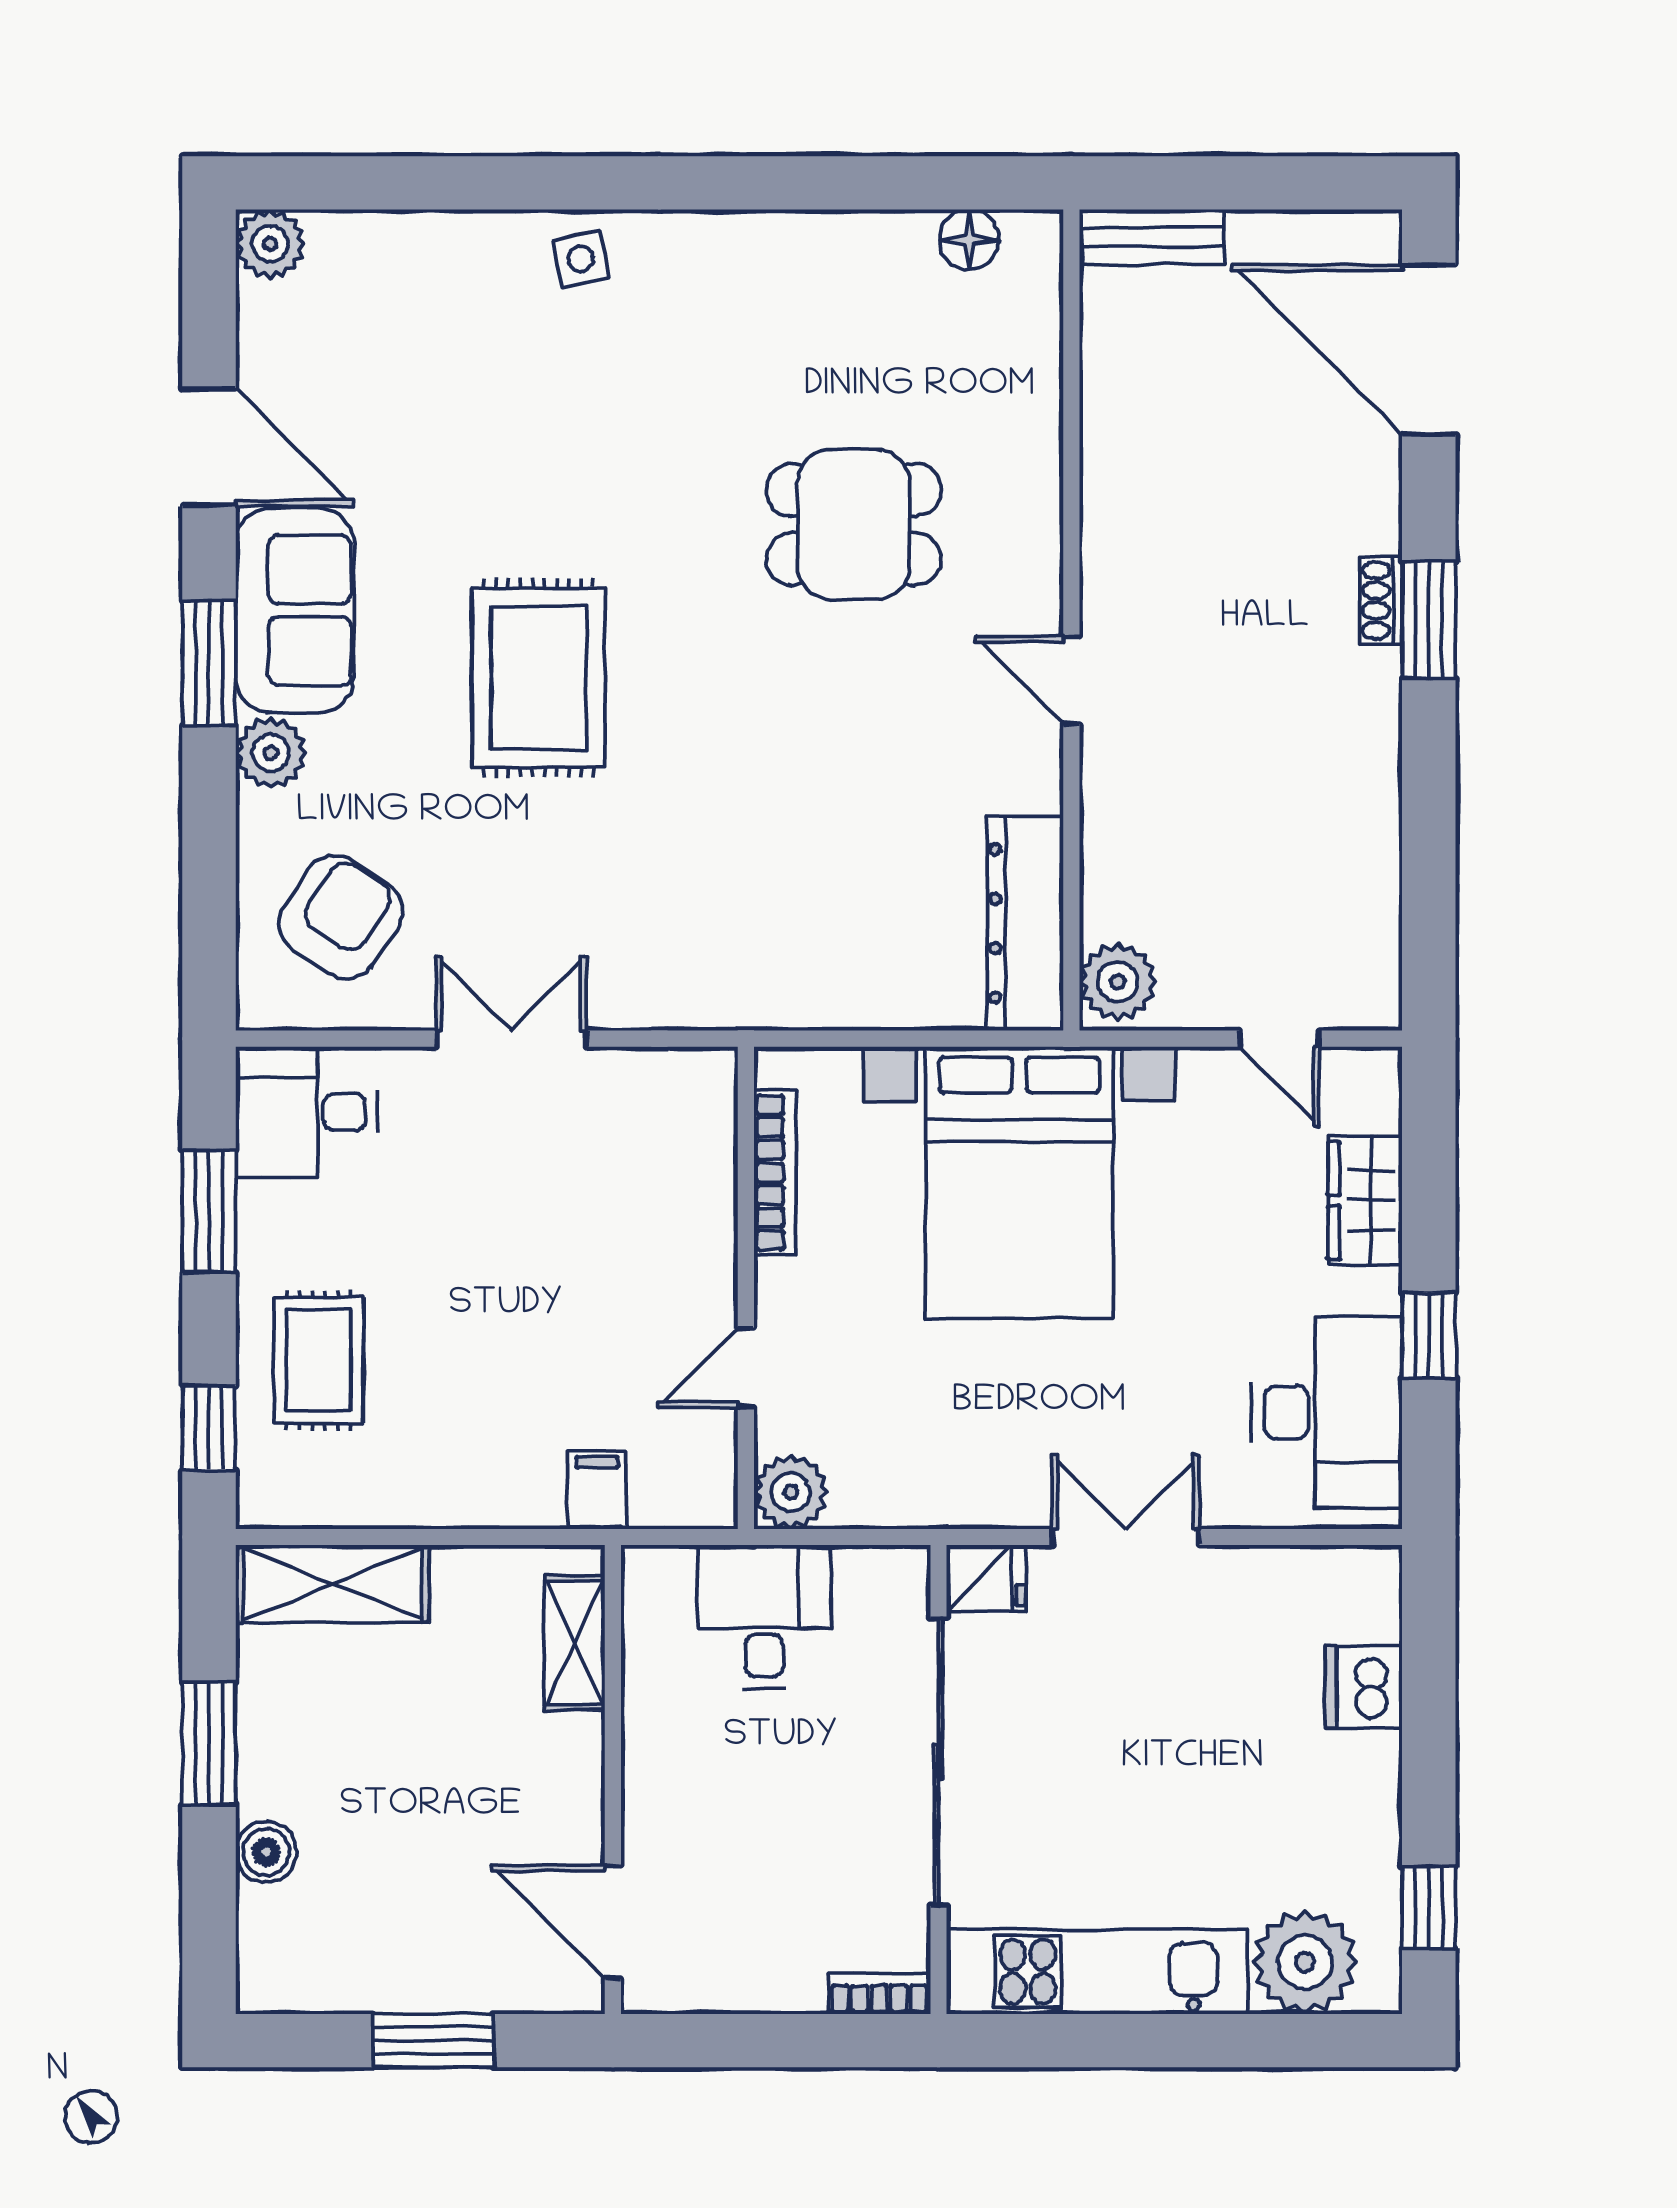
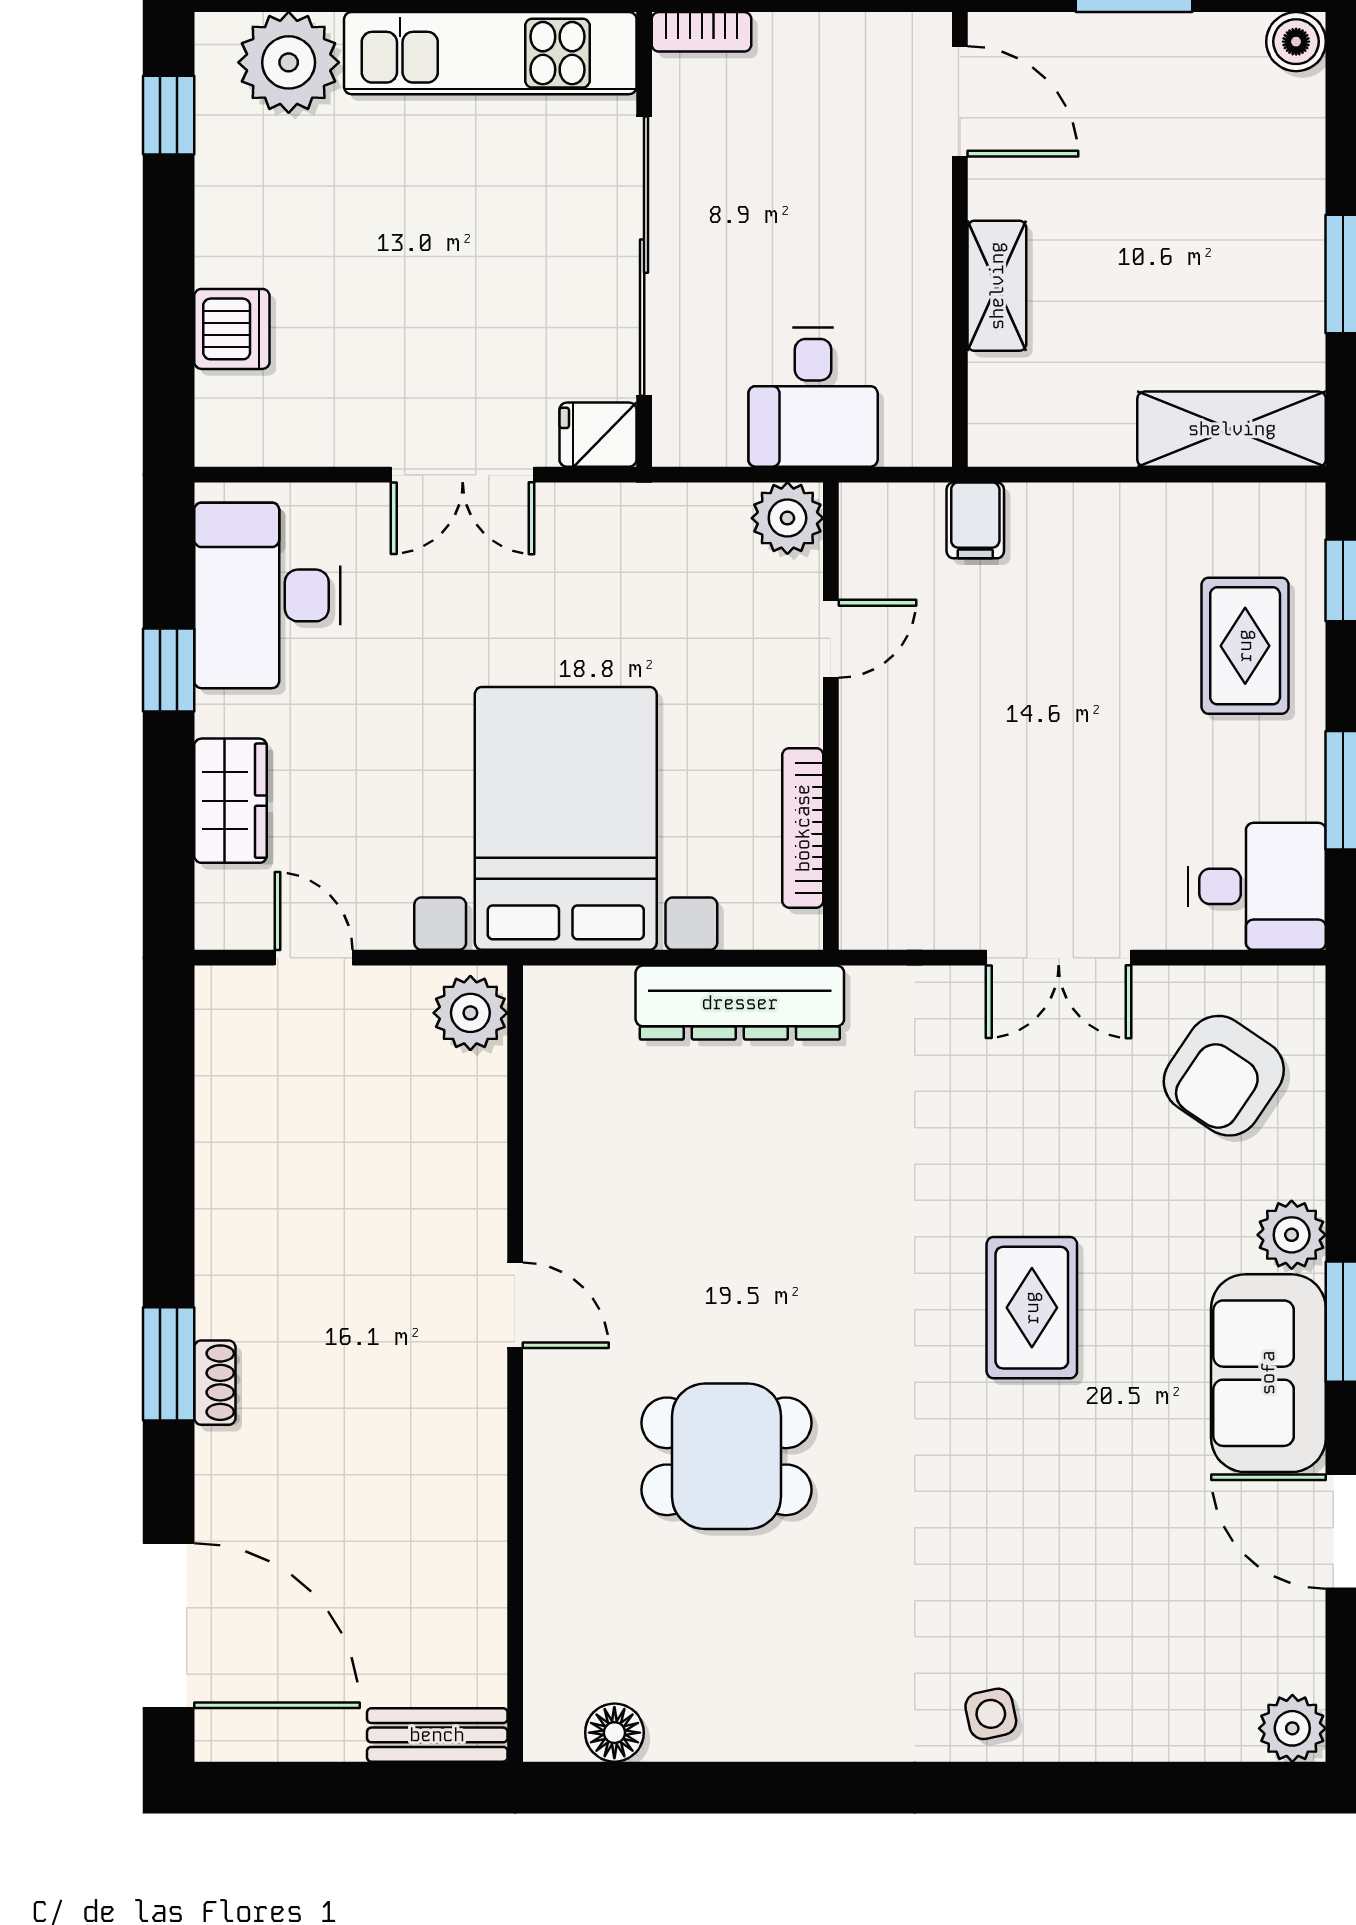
rug: (539, 678) -> (1032, 1308), width x0.73, depth x0.70
dresser: (1025, 923) -> (740, 1003), moved, turned 90
shelving: (575, 1643) -> (997, 286), moved
boiler: (266, 1852) -> (1296, 42), moved

